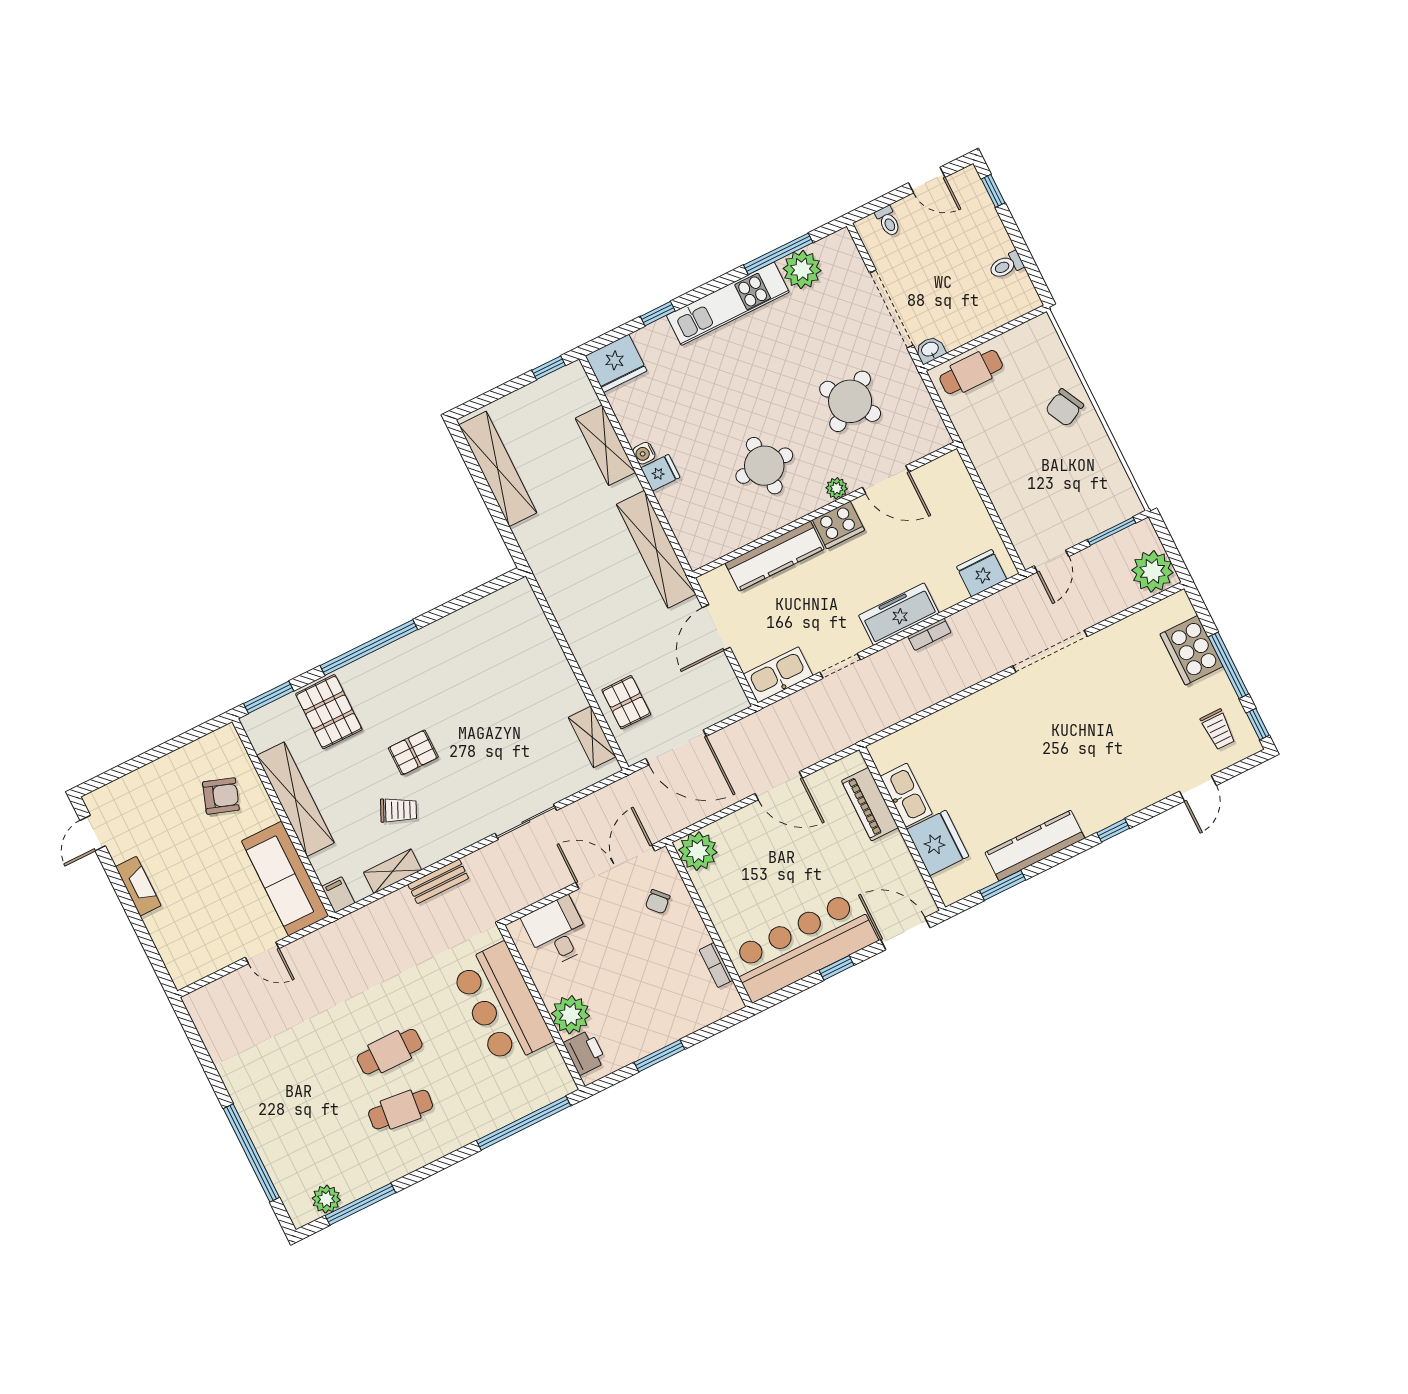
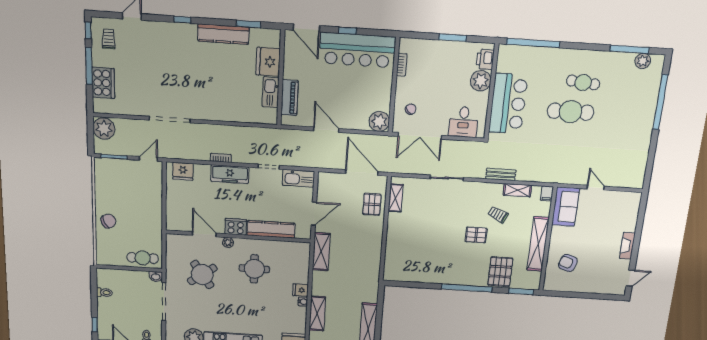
shelving: (656, 549) -> (321, 252), width x0.68
sofa: (285, 878) -> (566, 207), width x0.73
cafe table: (390, 1052) -> (571, 112), width x1.37, depth x1.35

